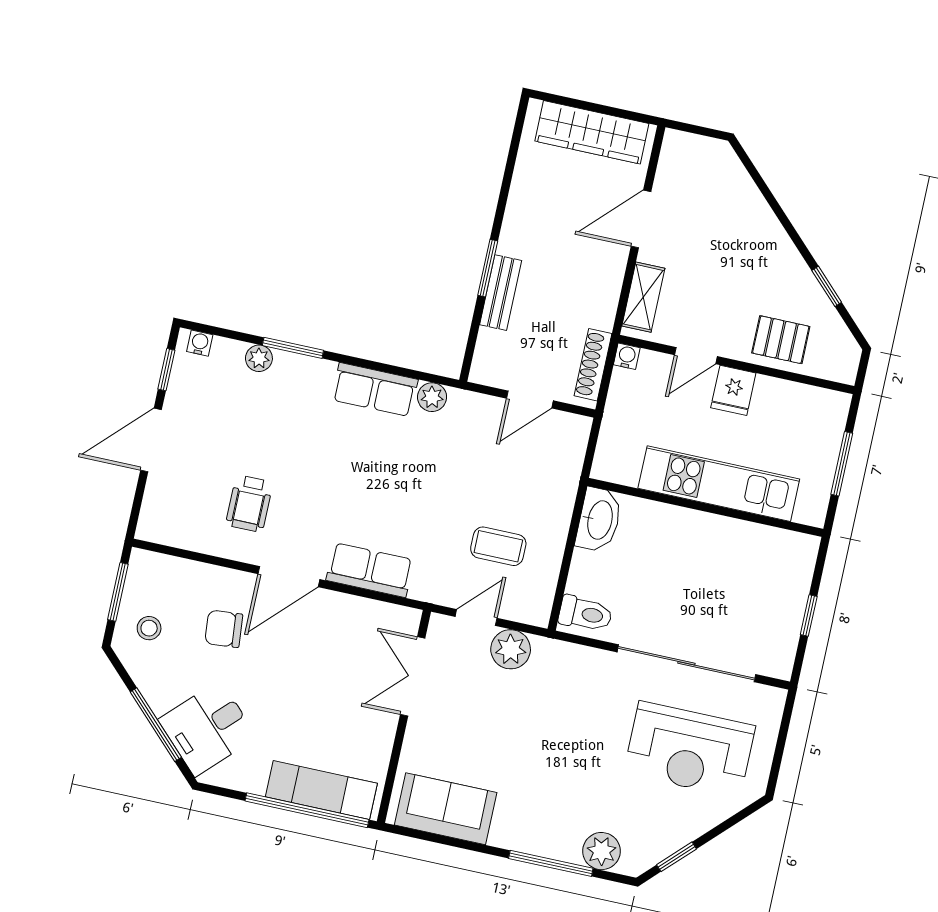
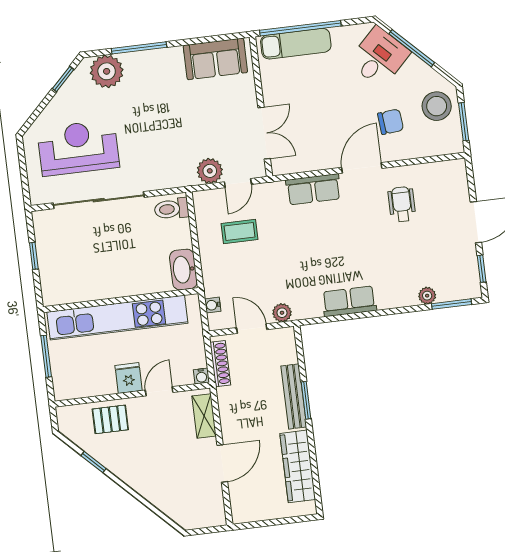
wardrobe: (592, 132) -> (298, 466), moved, turned -90
bench: (501, 293) -> (294, 396), width x1.36
water cooler: (200, 343) -> (213, 305), moved, turned 90
window: (293, 348) -> (452, 304), moved
plant: (432, 397) -> (282, 313), moved
door: (530, 399) -> (252, 329), hinge flipped
kitchen unit: (719, 484) -> (117, 318), width x1.36
stool: (149, 628) -> (437, 106), width x1.89, depth x1.89
plant: (601, 851) -> (107, 71), width x1.36, depth x1.36

